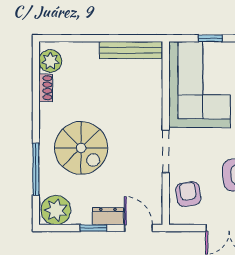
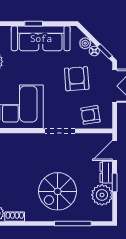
spiral stairs: (81, 148) -> (58, 191), turned 180
plant: (56, 210) -> (102, 195), moved

